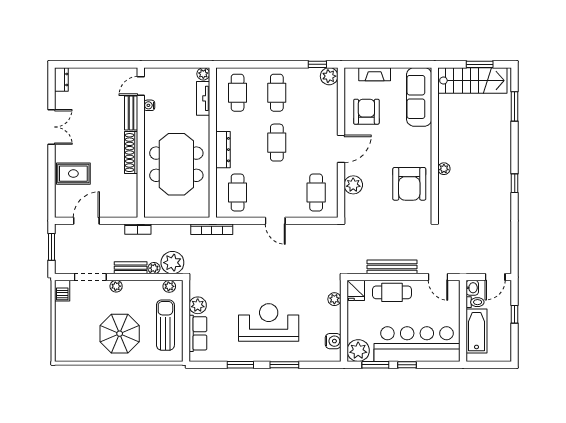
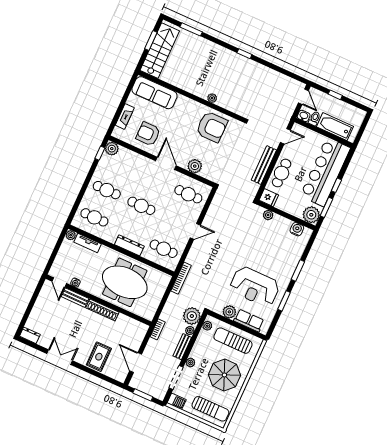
reception desk: (269, 322) -> (255, 287), moved, turned -90
sun lounger: (72, 335) -> (210, 409), added

